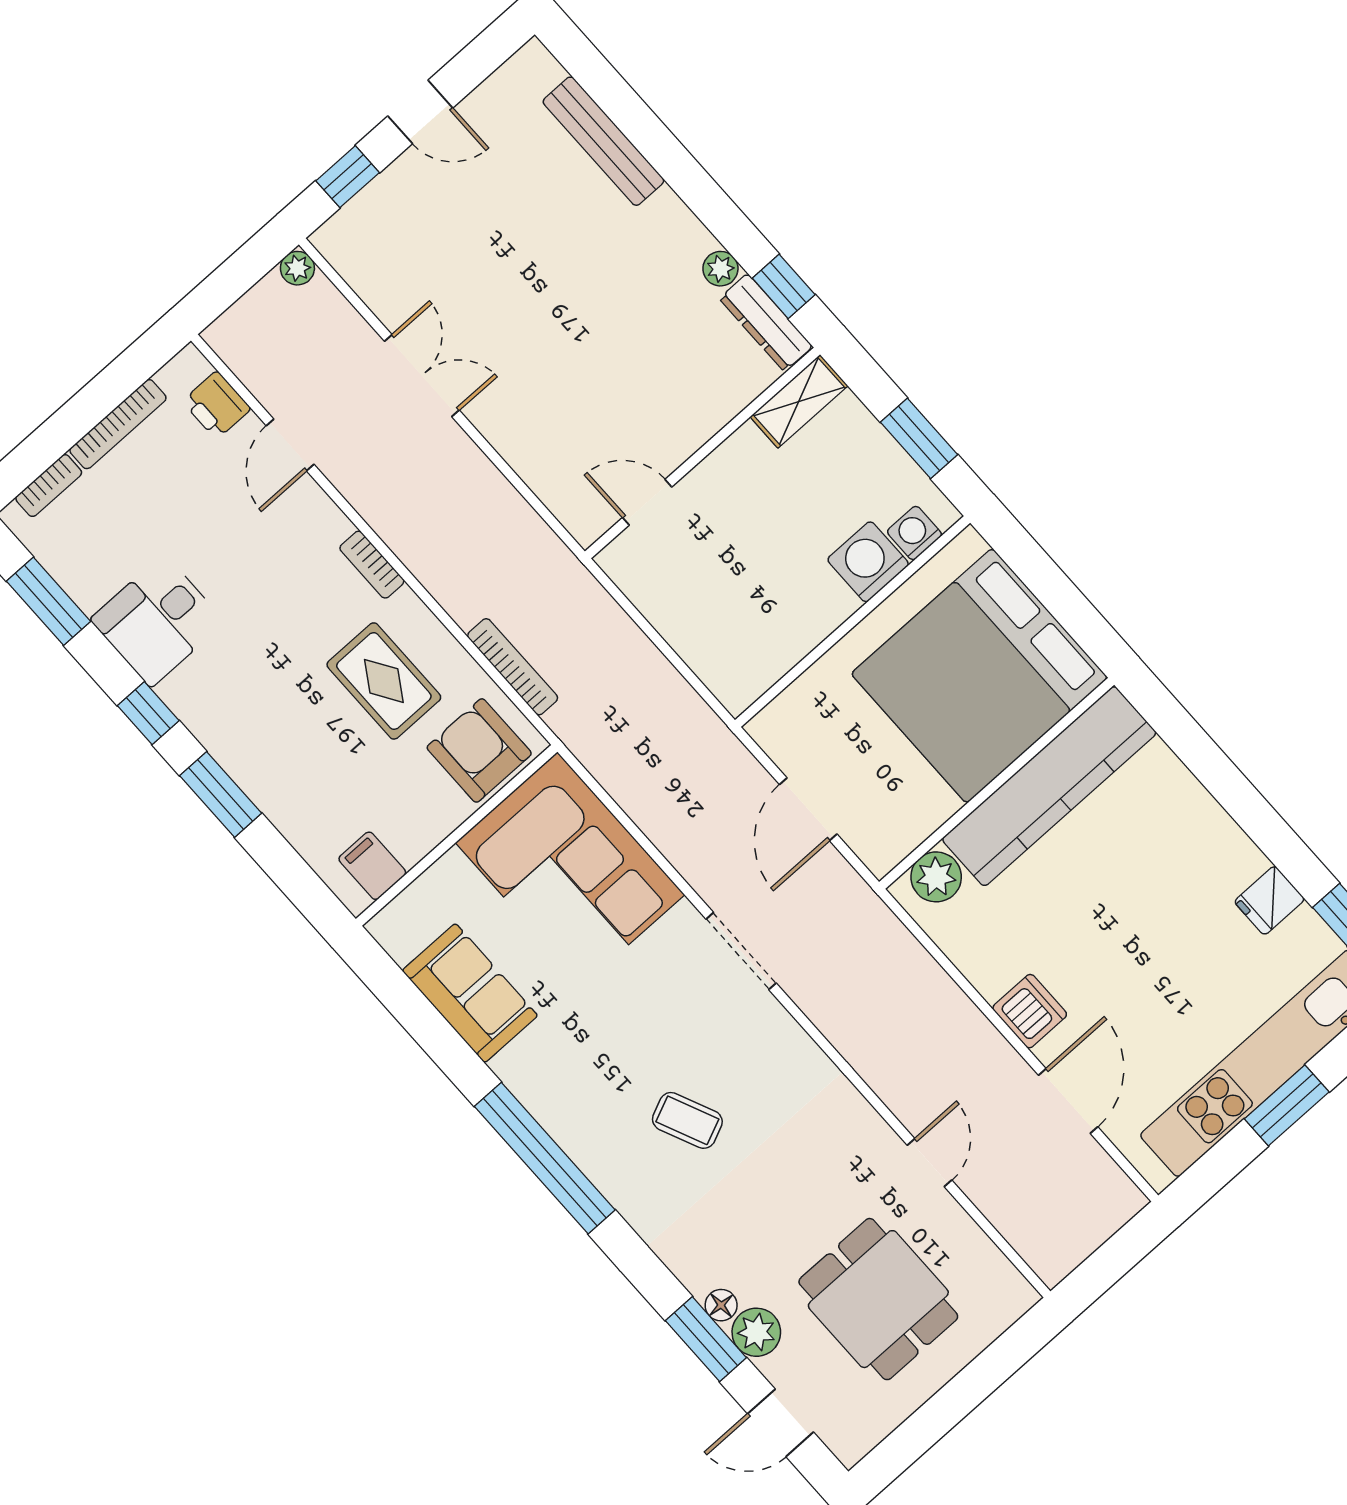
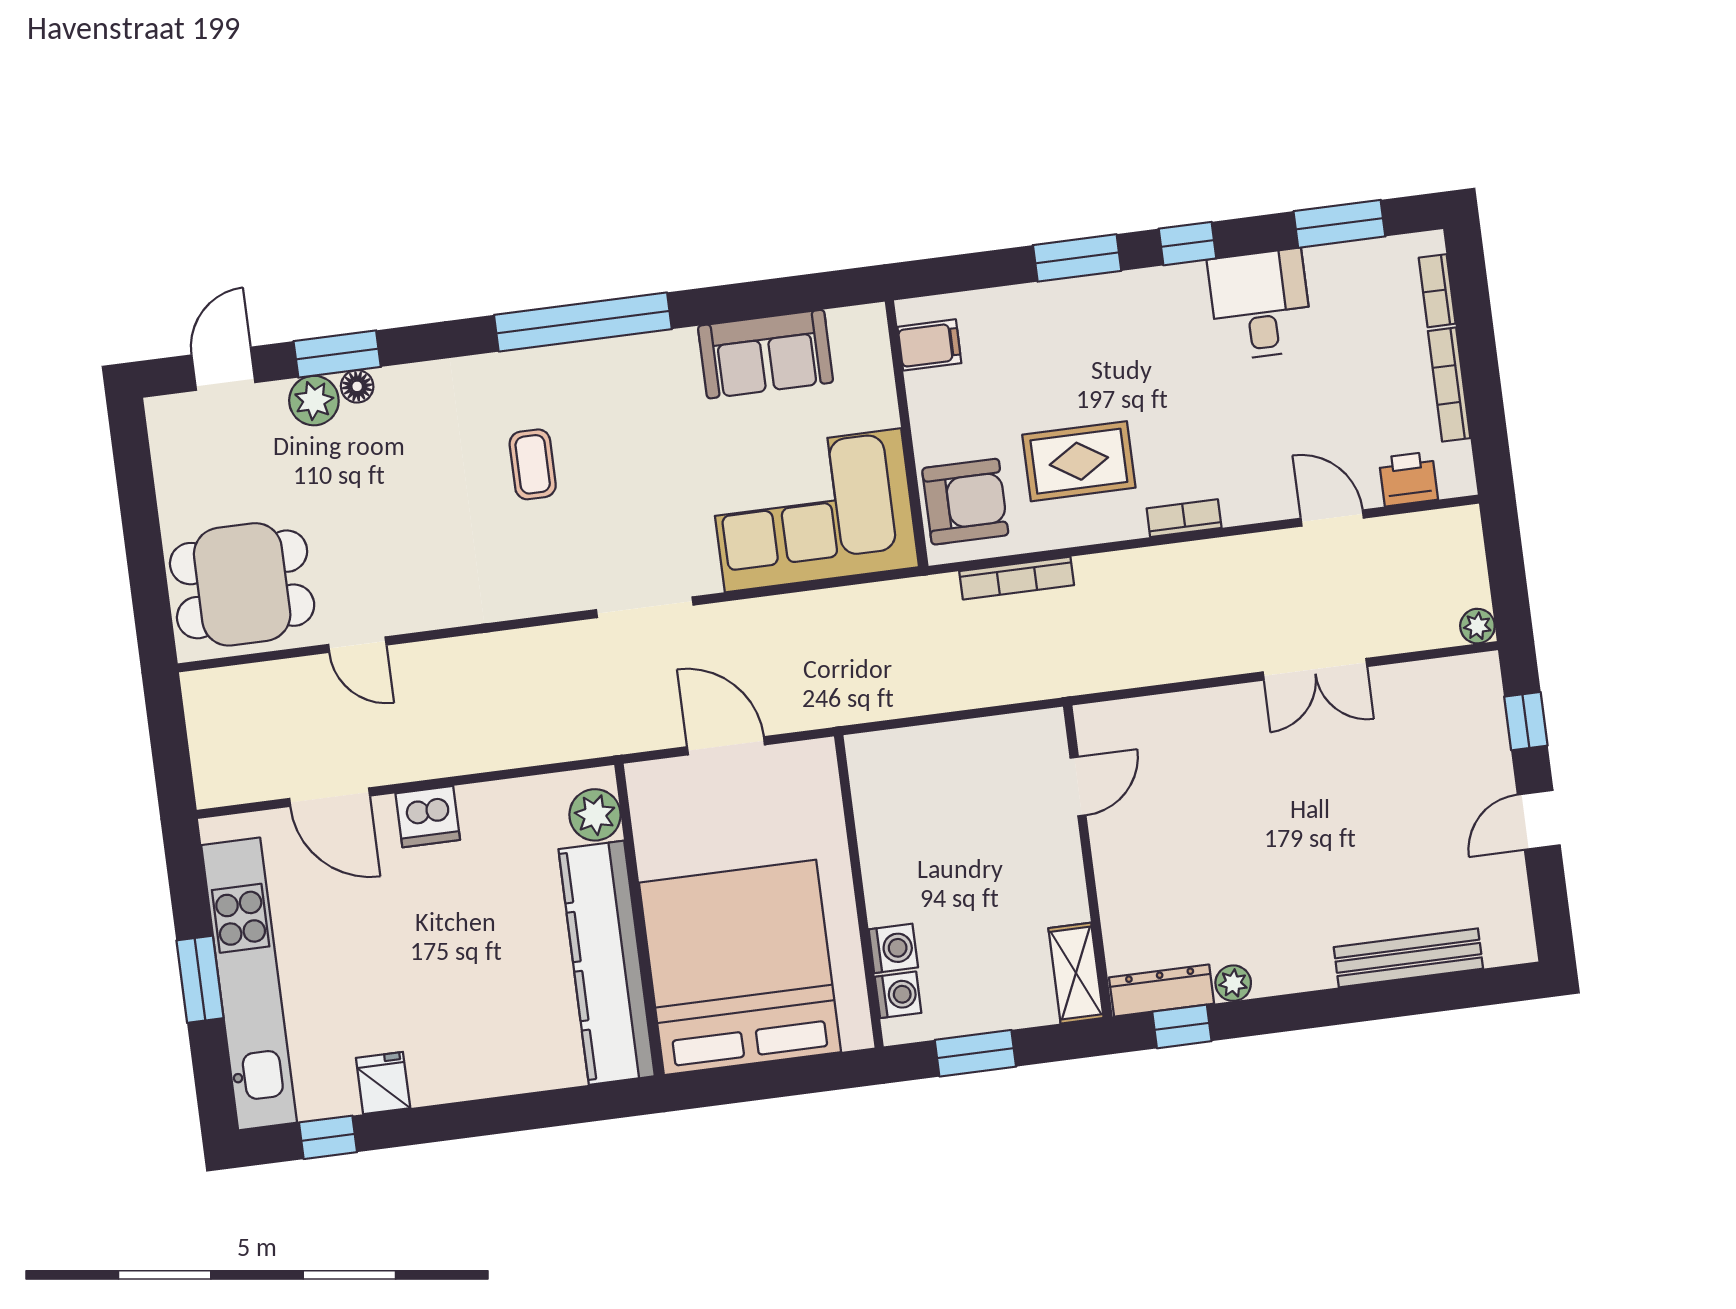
washing machine: (868, 562) -> (893, 948), width x0.73, depth x0.73
coffee table: (687, 1120) -> (533, 464), turned -66
dining table: (878, 1299) -> (242, 584), moved

